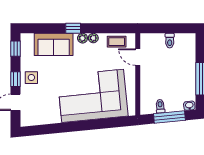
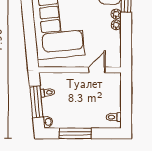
toilet: (170, 41) -> (114, 117), moved
coffee table: (117, 42) -> (113, 48), removed

